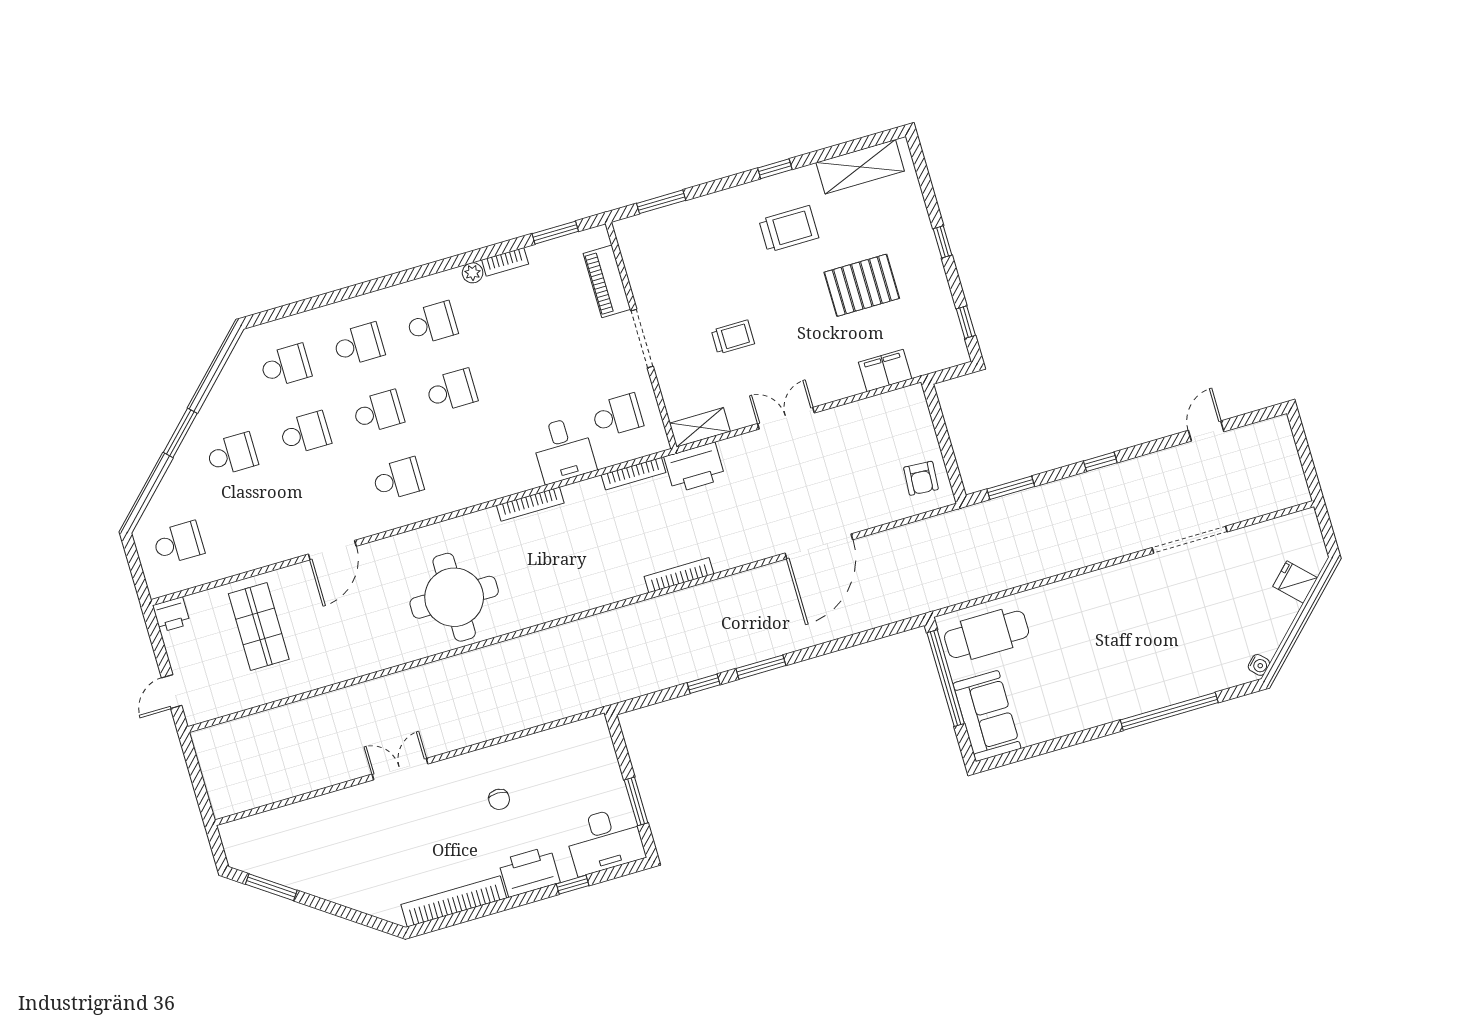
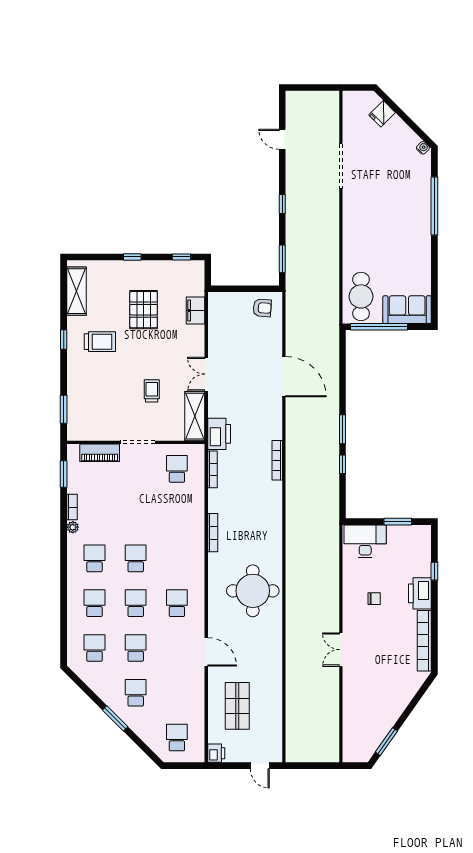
trolley: (789, 229) -> (100, 342), turned 90
shelving: (700, 427) -> (195, 416), width x1.50, depth x1.33
desk: (563, 450) -> (187, 505), removed
shop shelf: (259, 627) -> (237, 706), turned 90
desk: (605, 840) -> (365, 541), moved, turned -90

